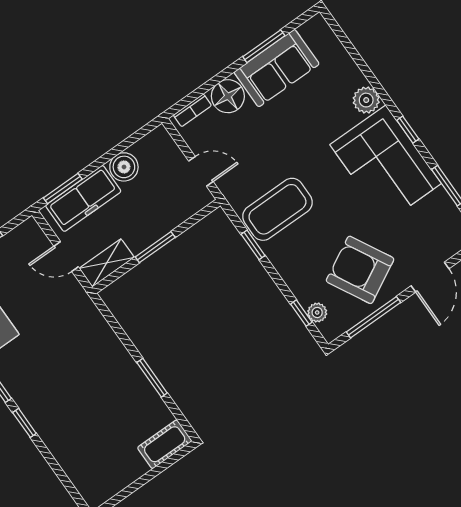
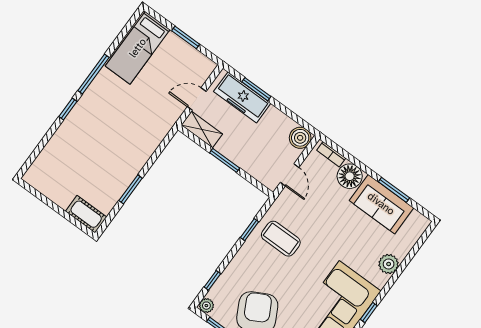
plant: (366, 100) -> (389, 264), moved
boiler: (124, 167) -> (300, 138), moved
window: (63, 188) -> (256, 89), moved
coffee table: (277, 209) -> (281, 239), width x0.73, depth x0.76
door: (66, 256) -> (197, 99), hinge flipped
plant: (317, 313) -> (206, 306), moved

